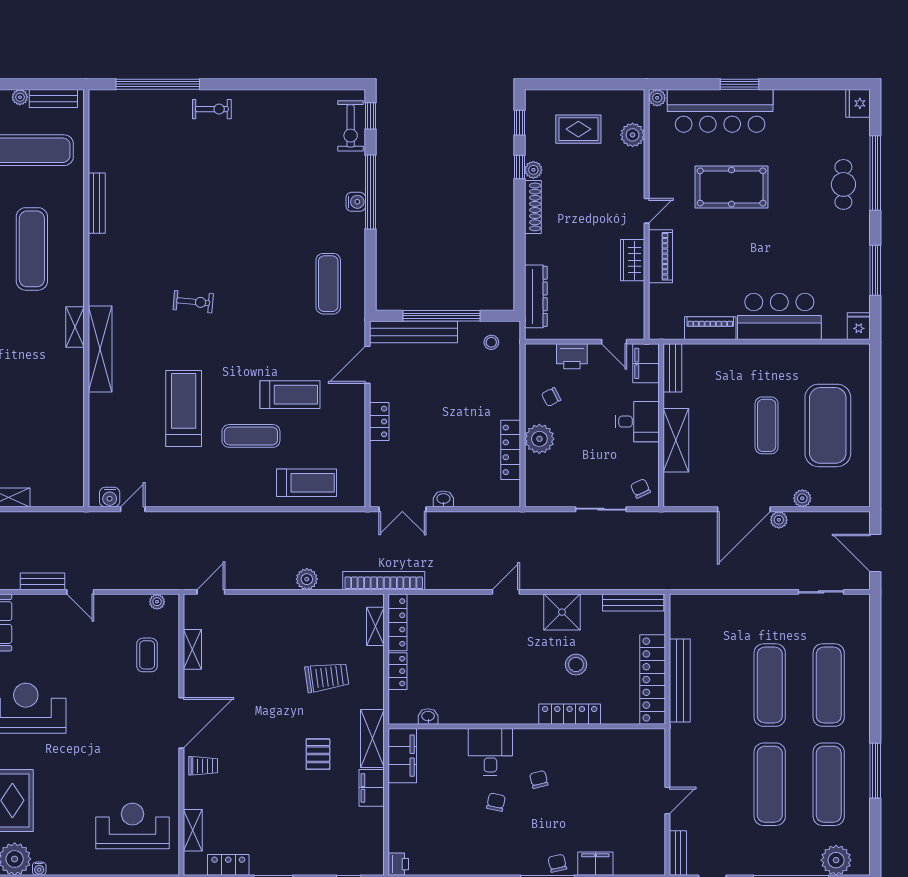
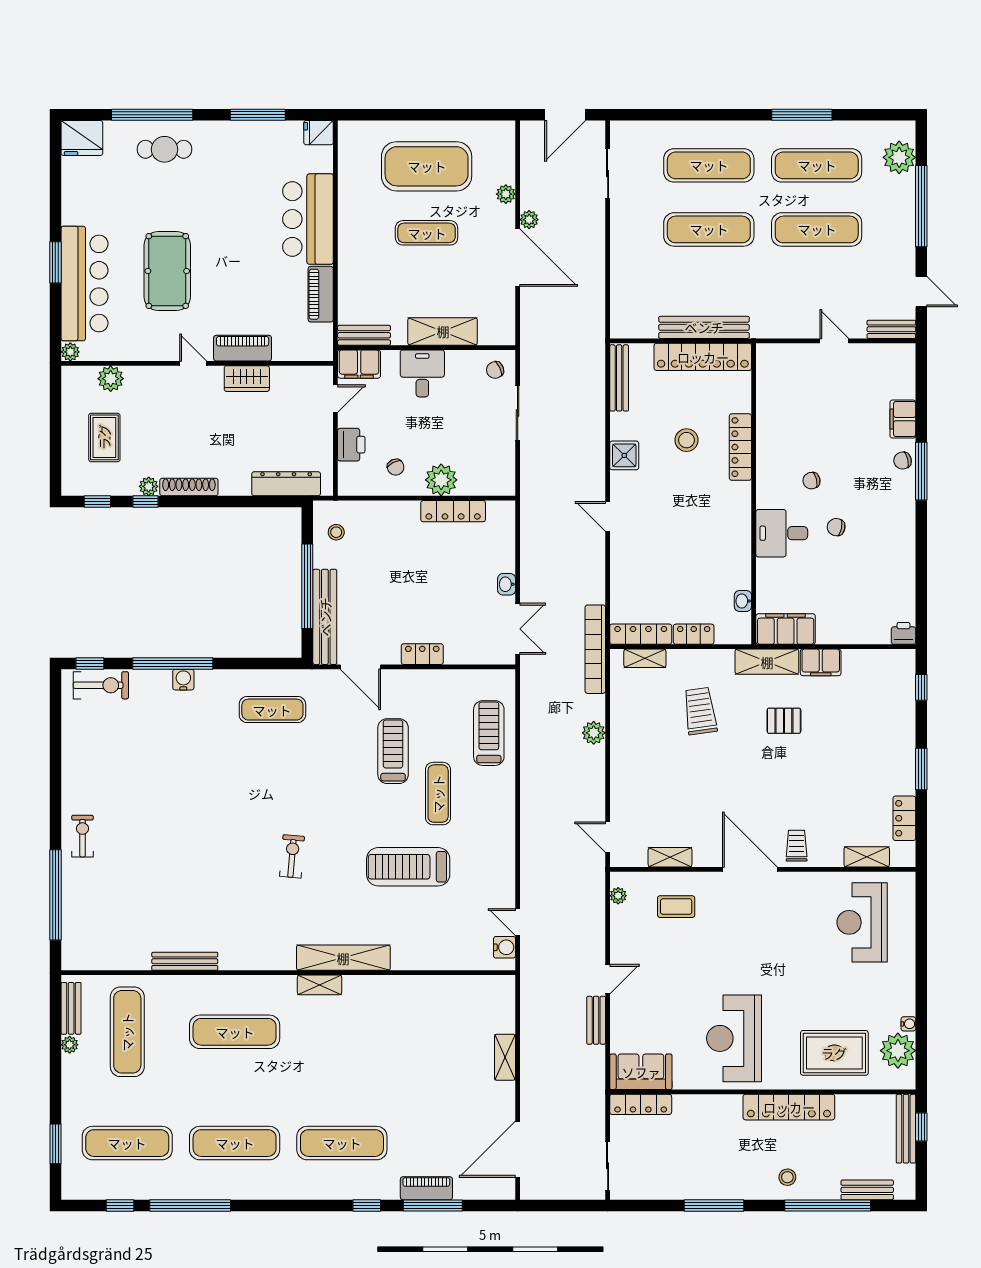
fridge: (858, 103) -> (82, 138), width x1.36, depth x1.34
shower: (562, 612) -> (624, 455), width x0.73, depth x0.73

